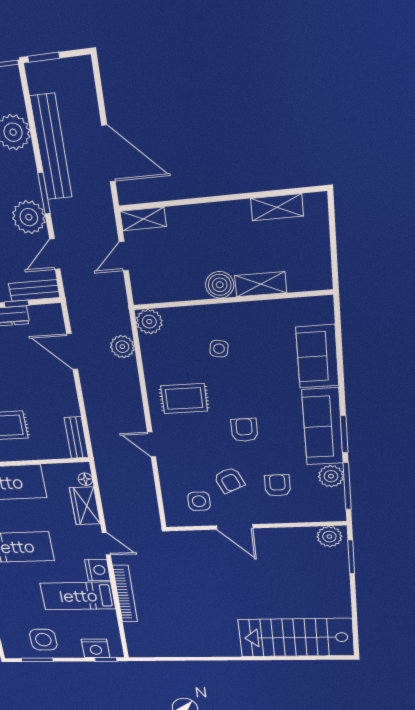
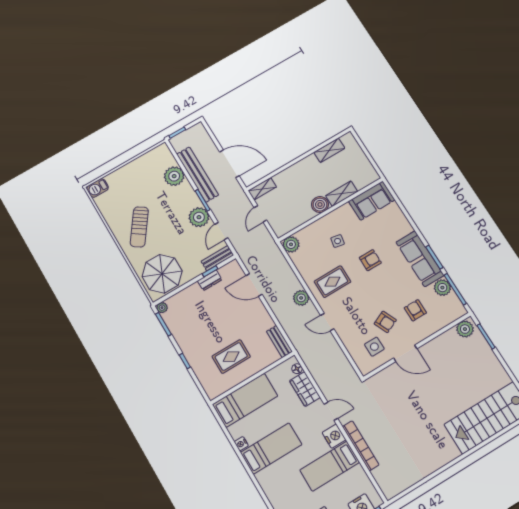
plant: (122, 347) -> (301, 298), moved
sofa: (317, 356) -> (372, 201), moved, turned -90
armchair: (244, 430) -> (370, 260), moved, turned 90

